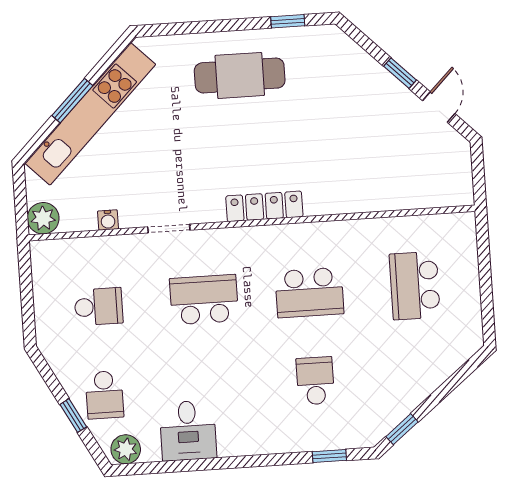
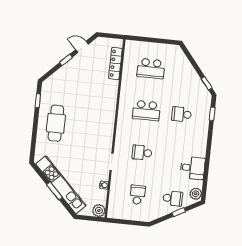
locker: (264, 206) -> (115, 63), moved
school desk: (309, 293) -> (146, 111), turned 90
school desk: (204, 300) -> (142, 153), width x0.54

